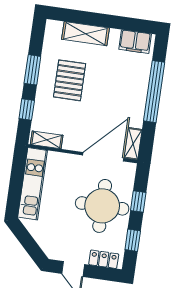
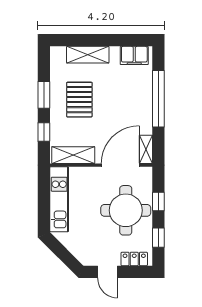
shelving: (47, 140) -> (73, 155), width x1.50, depth x1.33

